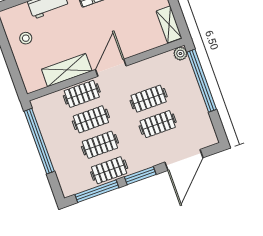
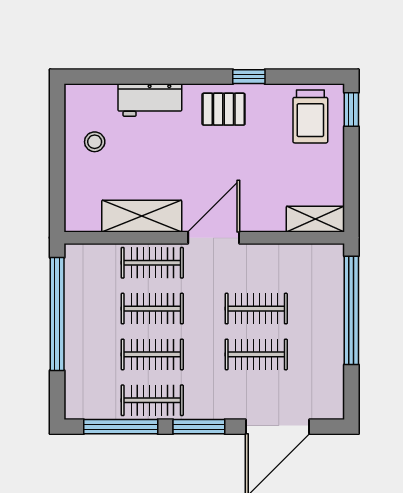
shelving: (169, 24) -> (315, 219), moved, turned 90
plant: (180, 54) -> (333, 255), removed

